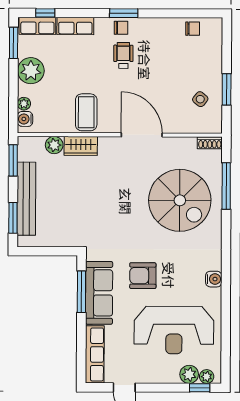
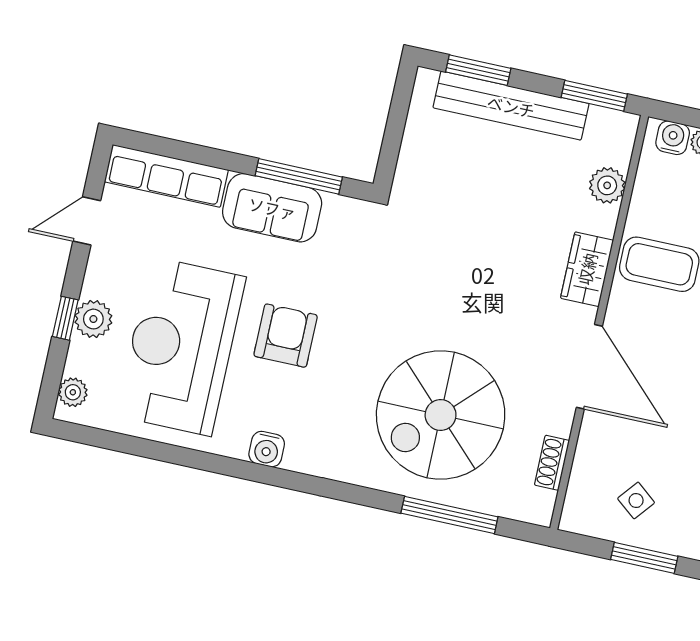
door: (142, 135) -> (589, 367), hinge flipped
shoe rack: (210, 143) -> (552, 463), moved
wardrobe: (81, 146) -> (587, 269), moved
armchair: (143, 276) -> (286, 336), moved
sofa: (99, 293) -> (272, 208), width x0.73
plant: (189, 374) -> (93, 319), moved
window: (200, 388) -> (65, 318), moved

